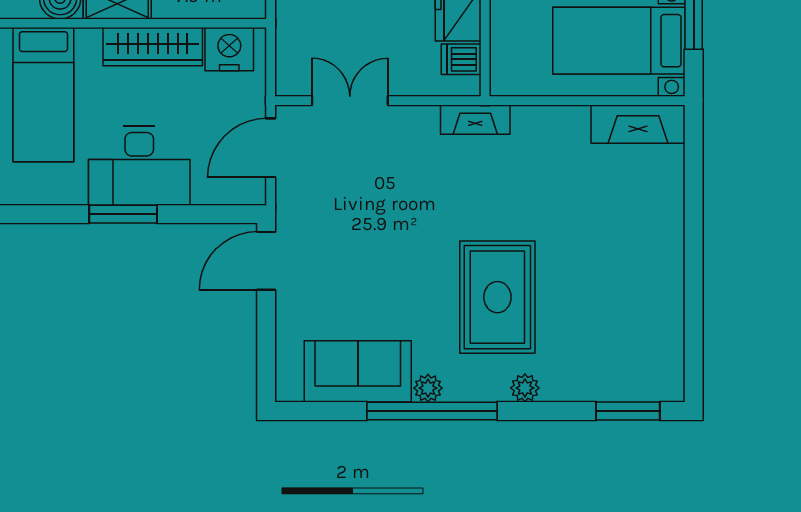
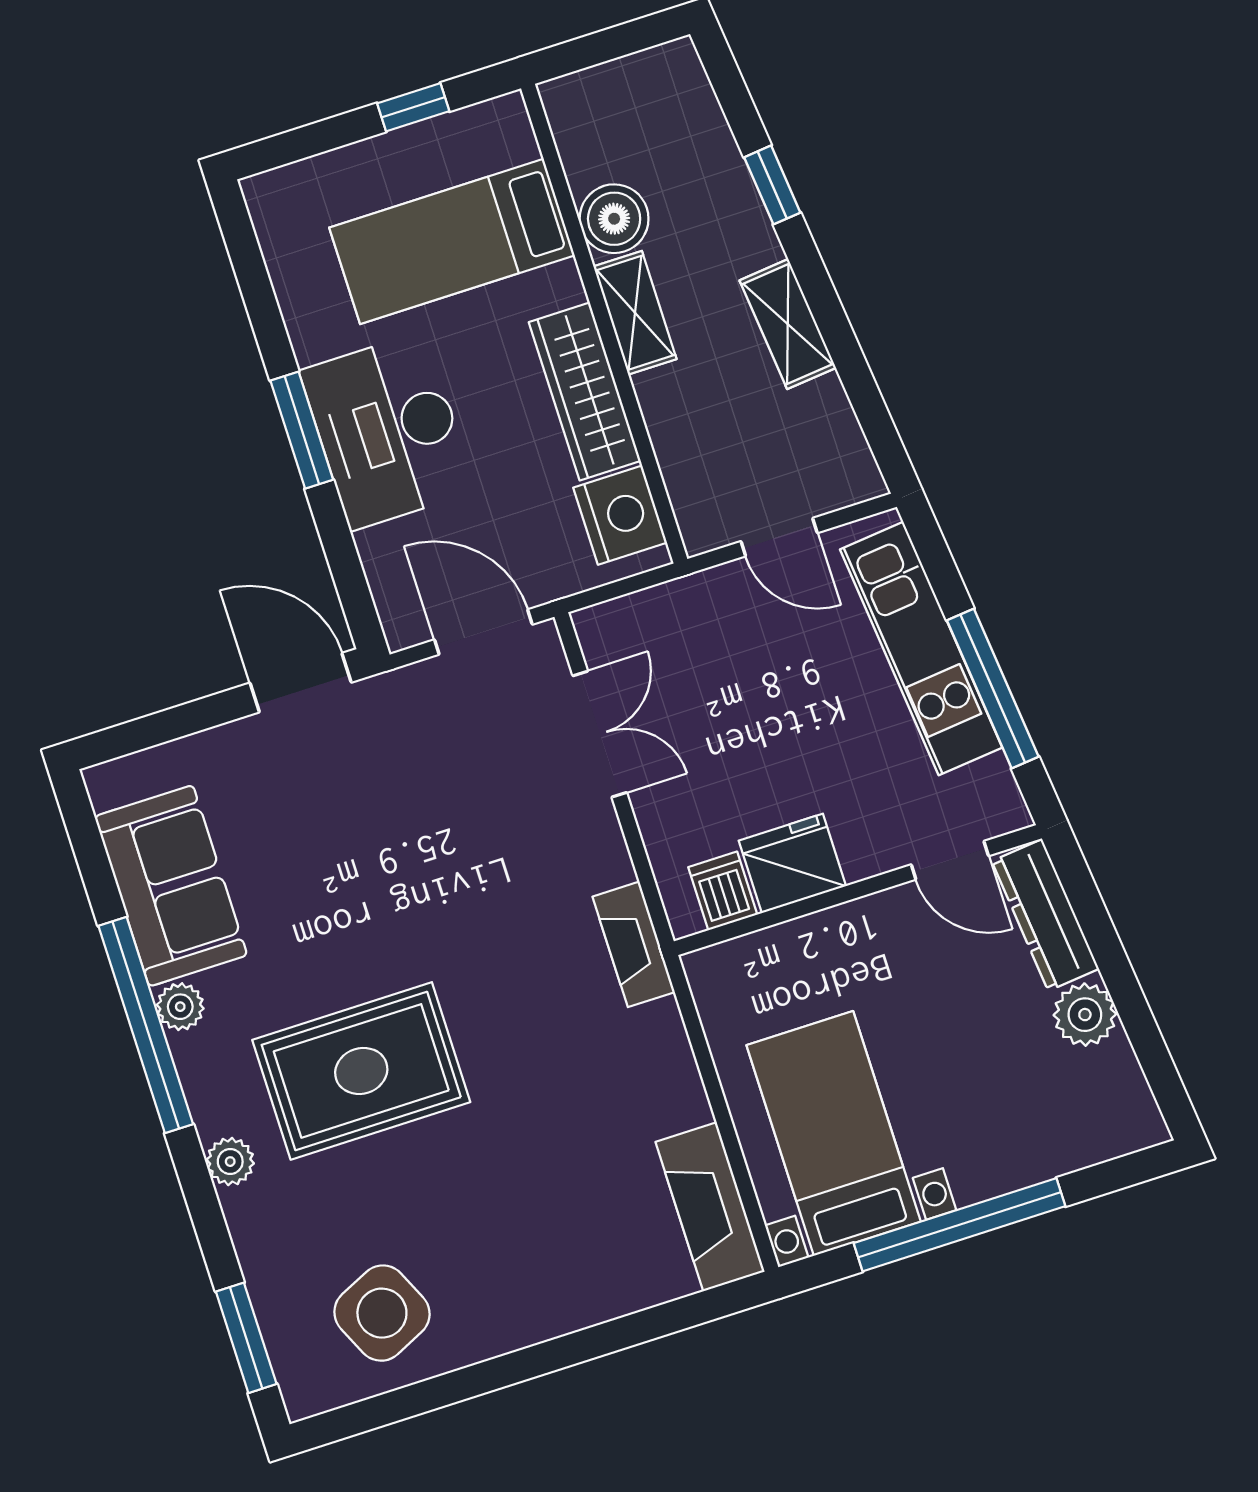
side table: (639, 329) -> (382, 1313), added

